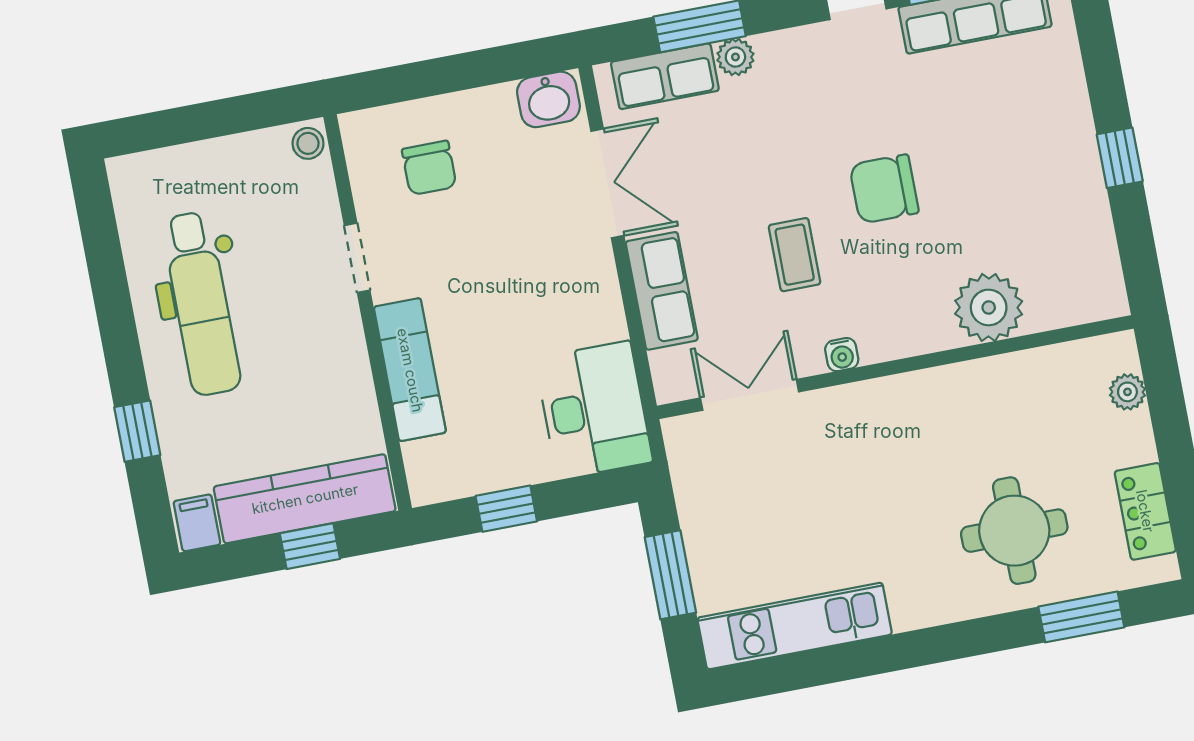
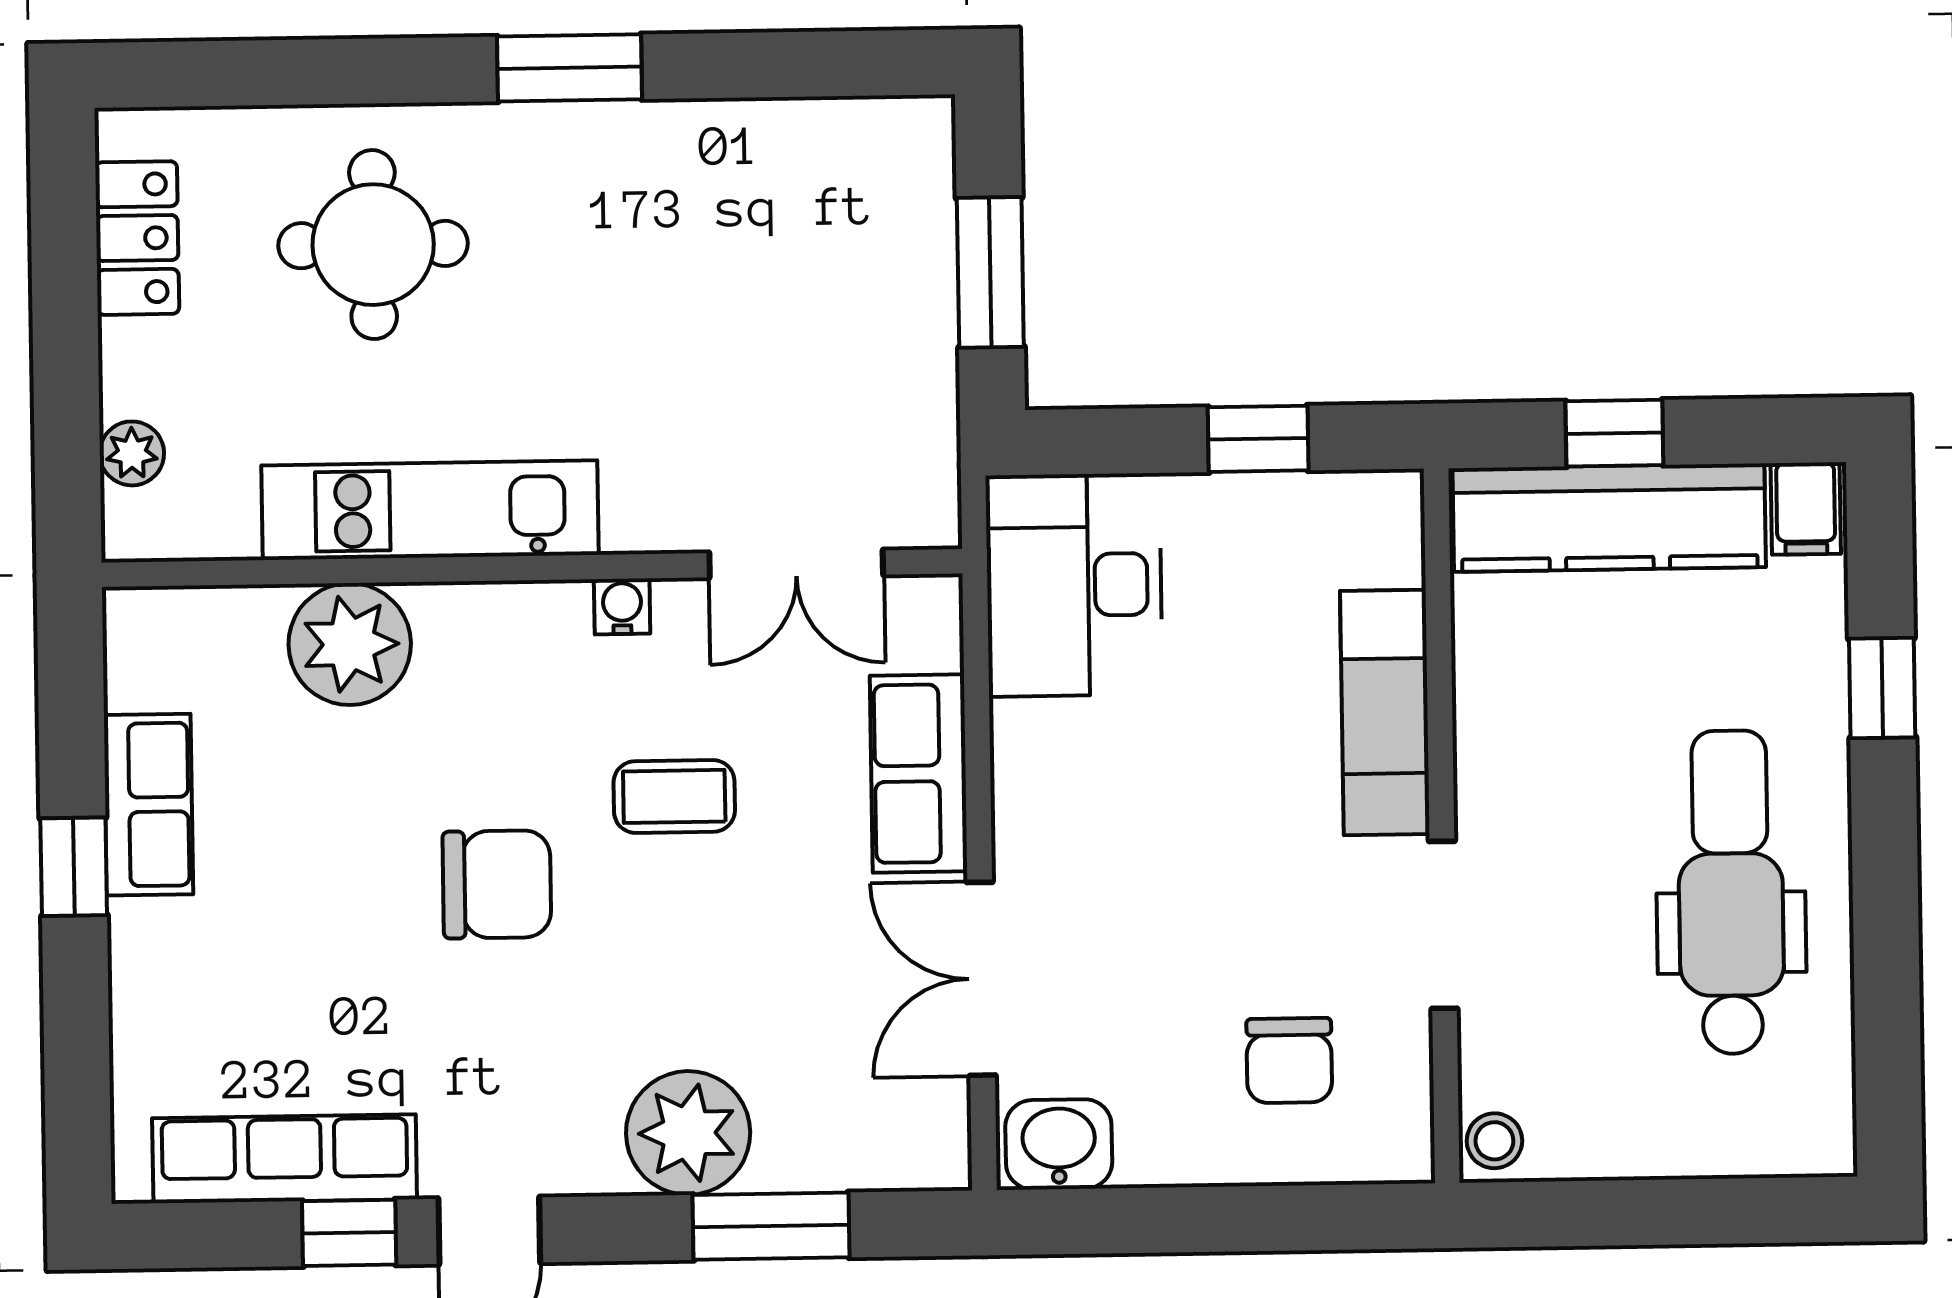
plant: (735, 57) -> (688, 1133), width x1.87, depth x1.87
row of seats: (665, 76) -> (148, 805), moved, turned 90
chair: (429, 168) -> (1289, 1061), turned 180
coffee table: (795, 255) -> (674, 796), turned 90
doorway: (357, 258) -> (1443, 925), width x1.38
window: (1081, 617) -> (569, 68), moved
kitchen unit: (795, 626) -> (430, 510), moved, turned 180

